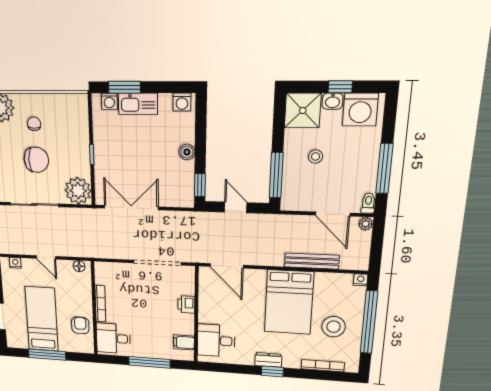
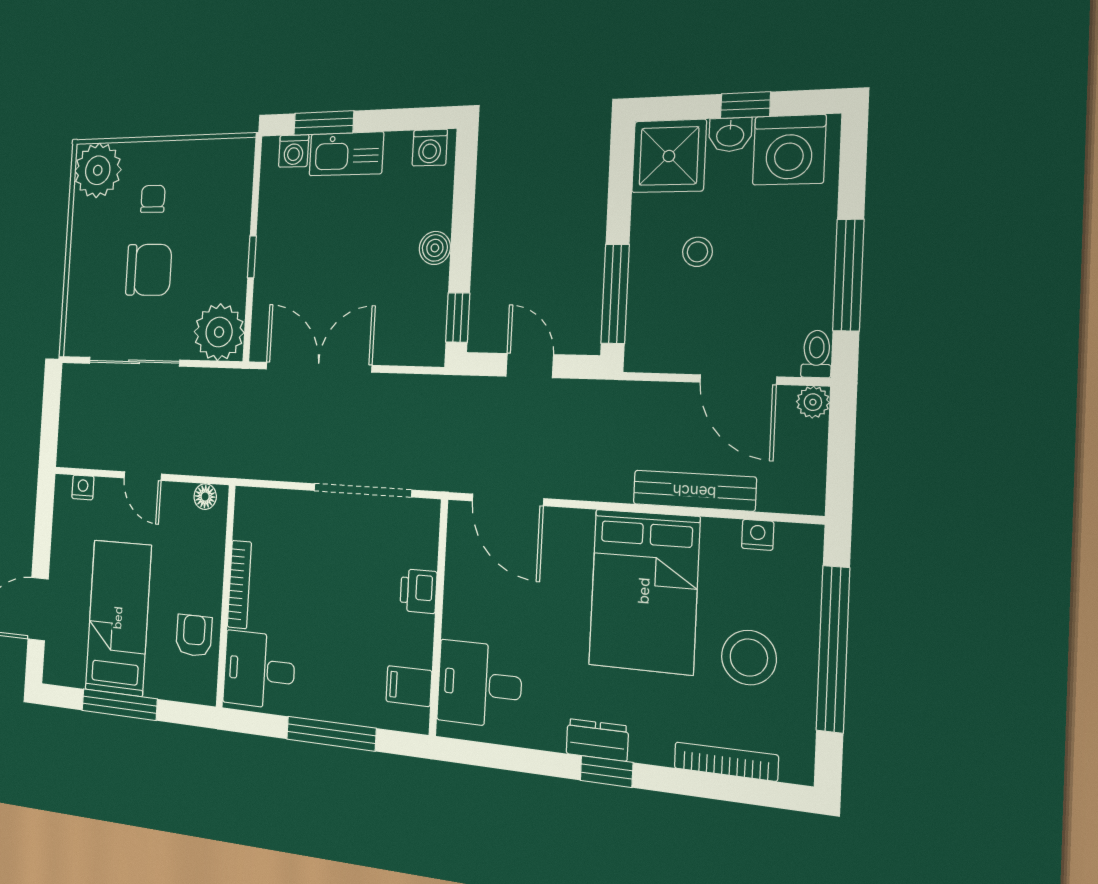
nightstand: (361, 280) -> (758, 535), moved

